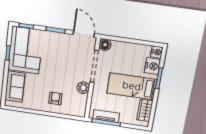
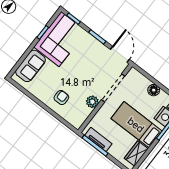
floor lamp: (105, 45) -> (154, 90), moved

